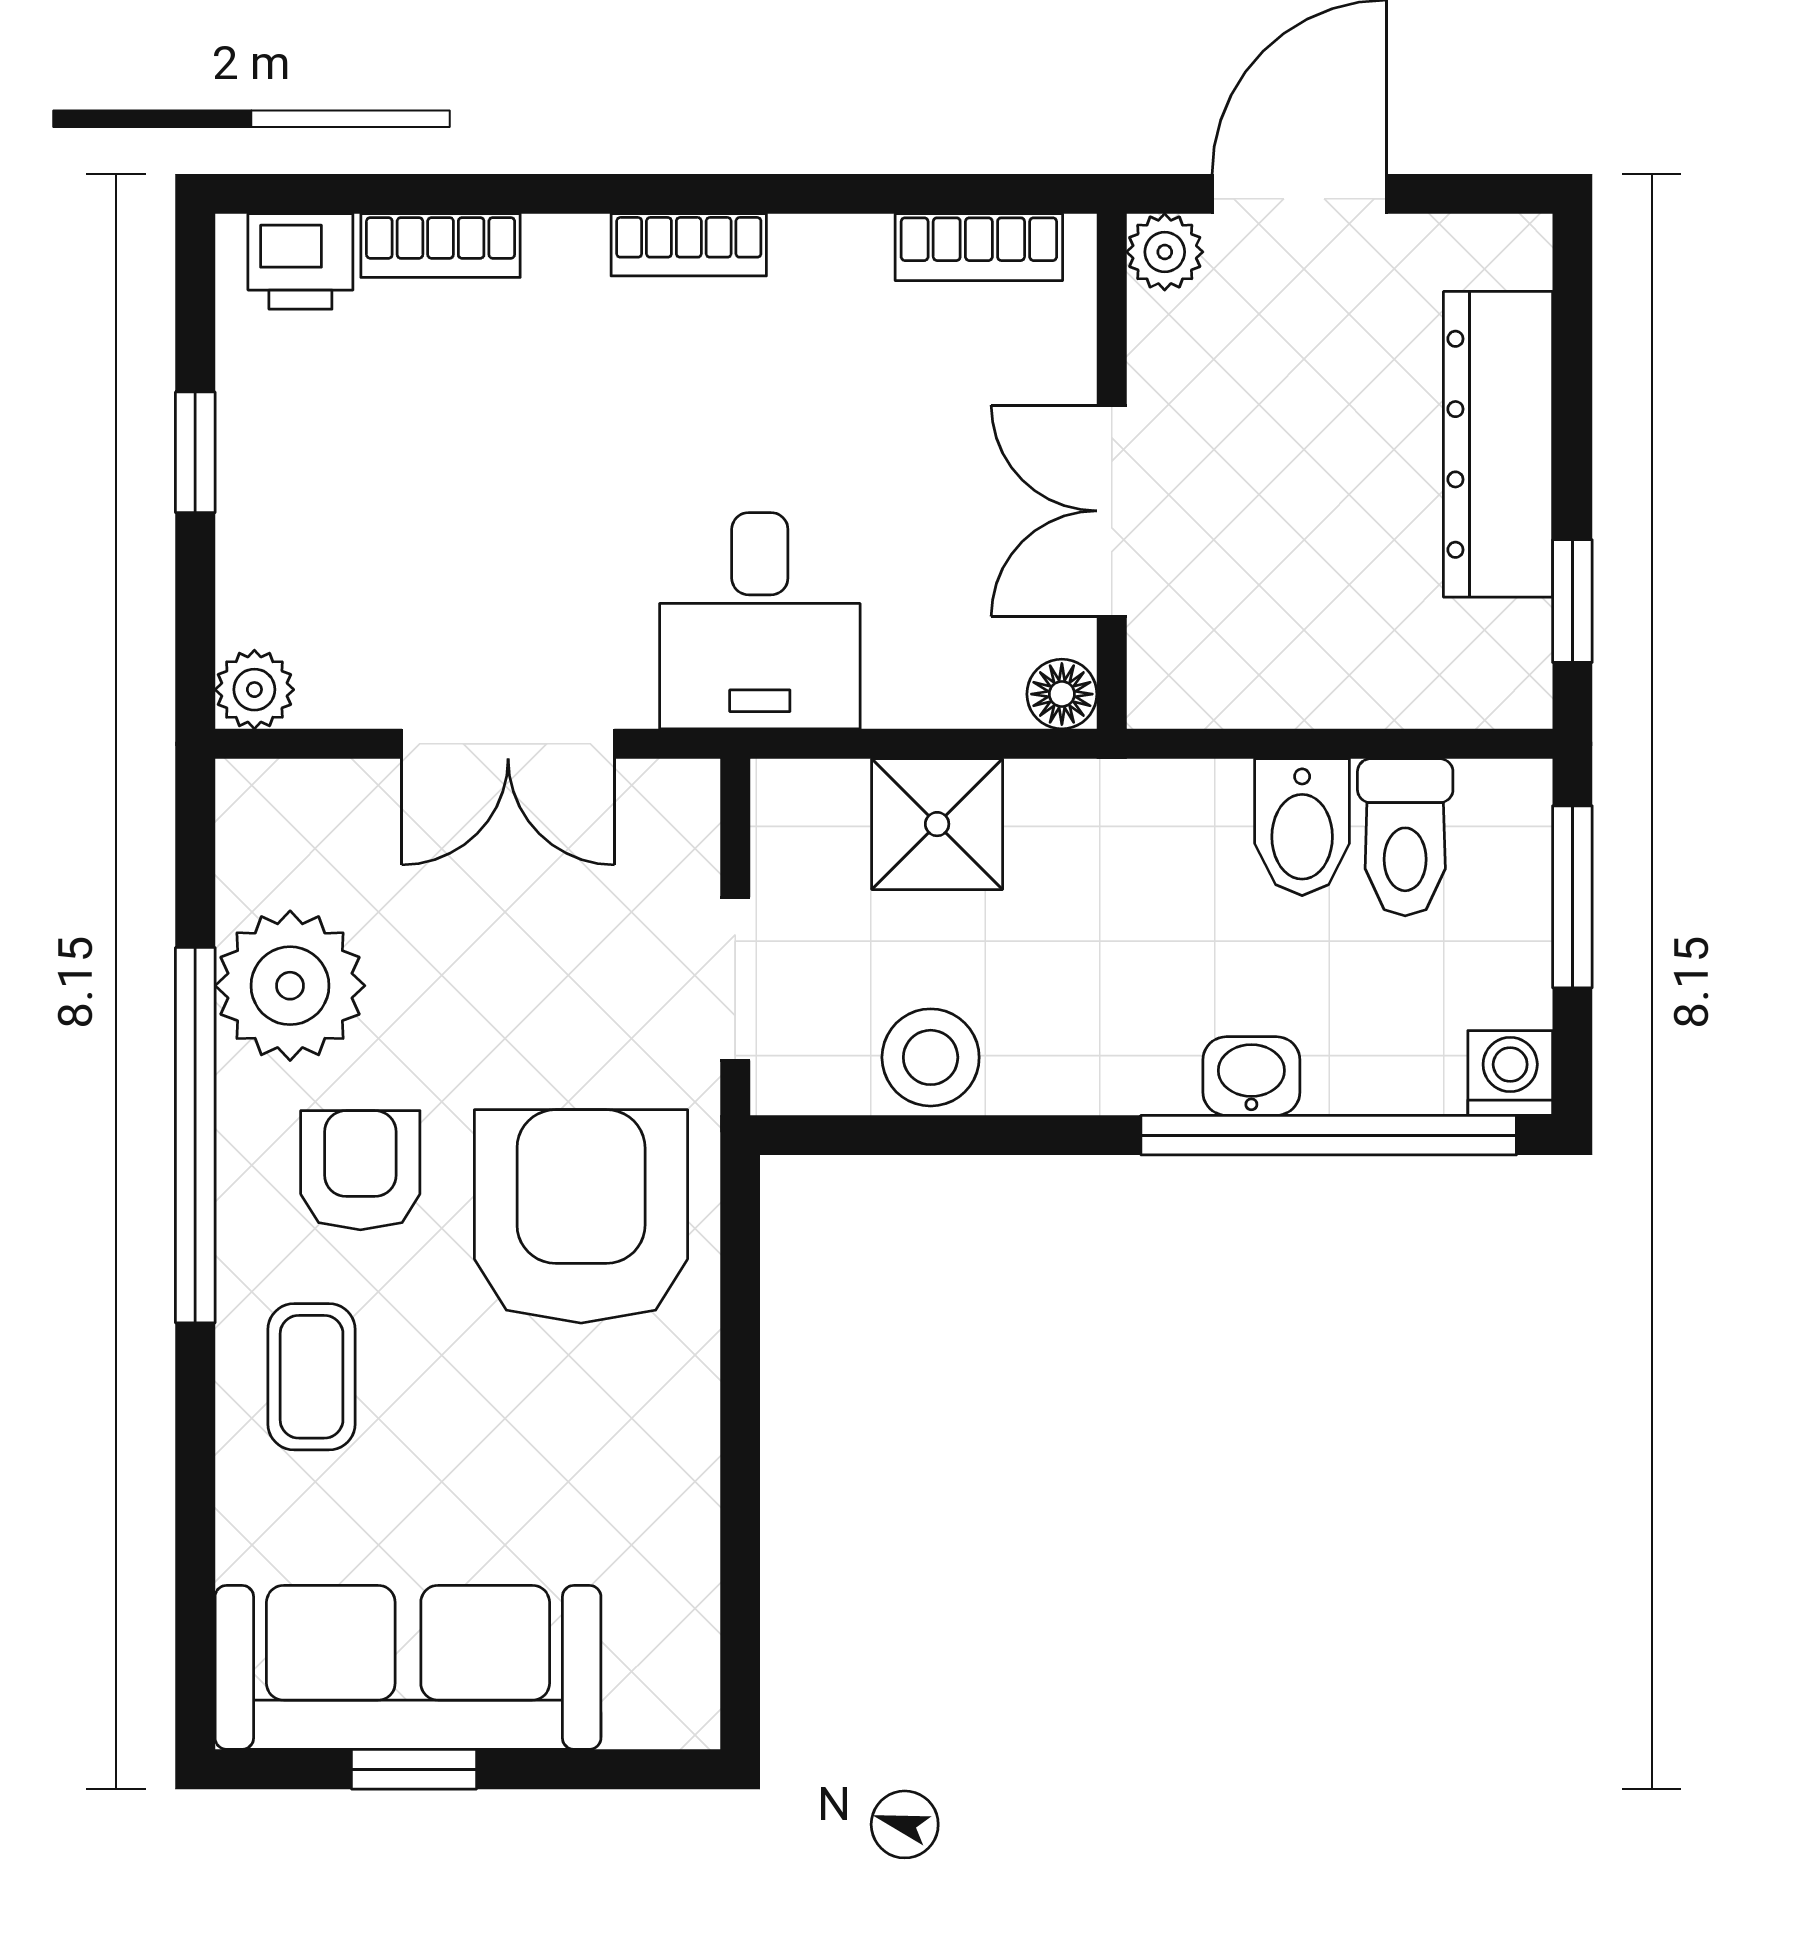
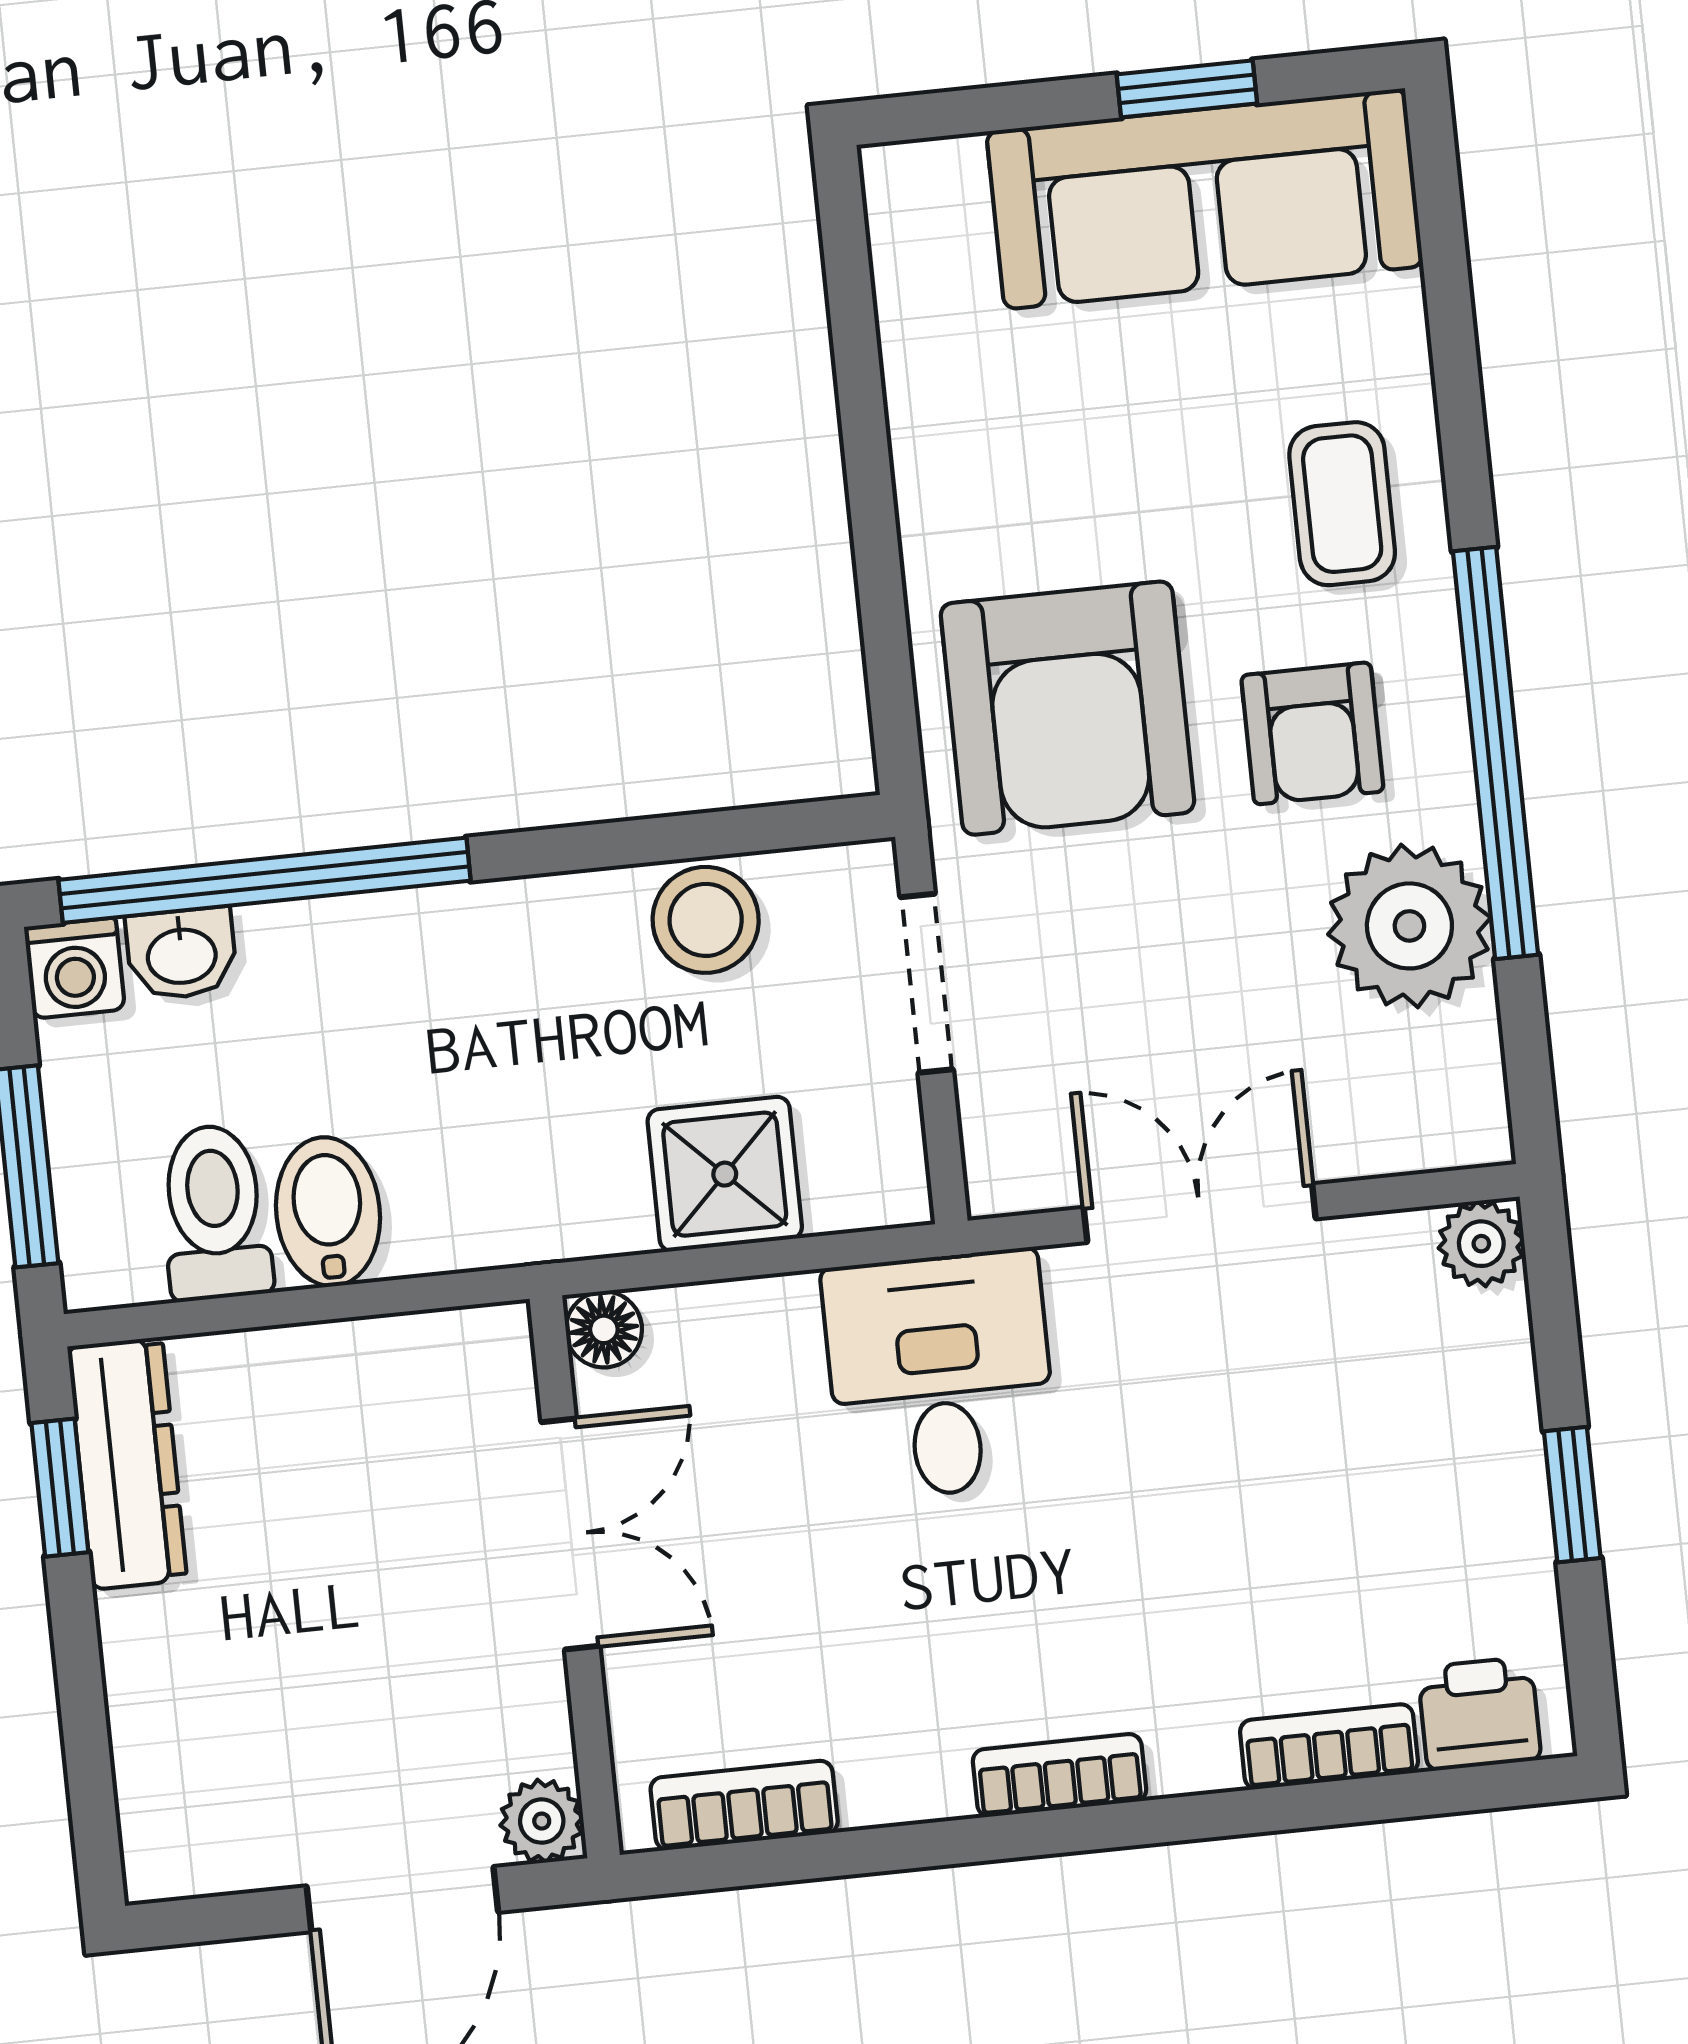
dresser: (1498, 444) -> (127, 1463), moved, width x0.73, depth x0.80
washbasin: (1251, 1076) -> (181, 954), moved

